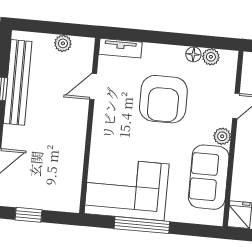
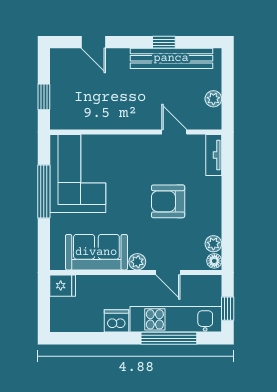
floor lamp: (193, 54) -> (214, 261), moved
armchair: (163, 99) -> (168, 201), width x0.73, depth x0.73
window: (29, 215) -> (44, 97), moved

